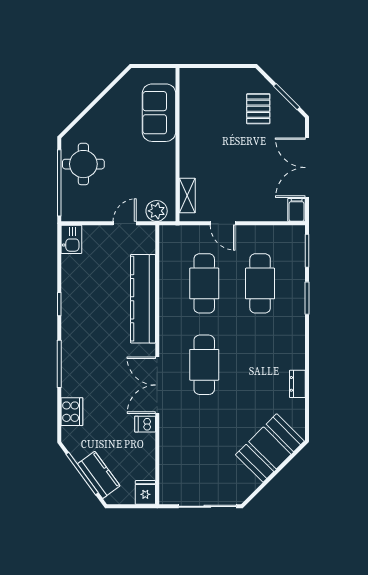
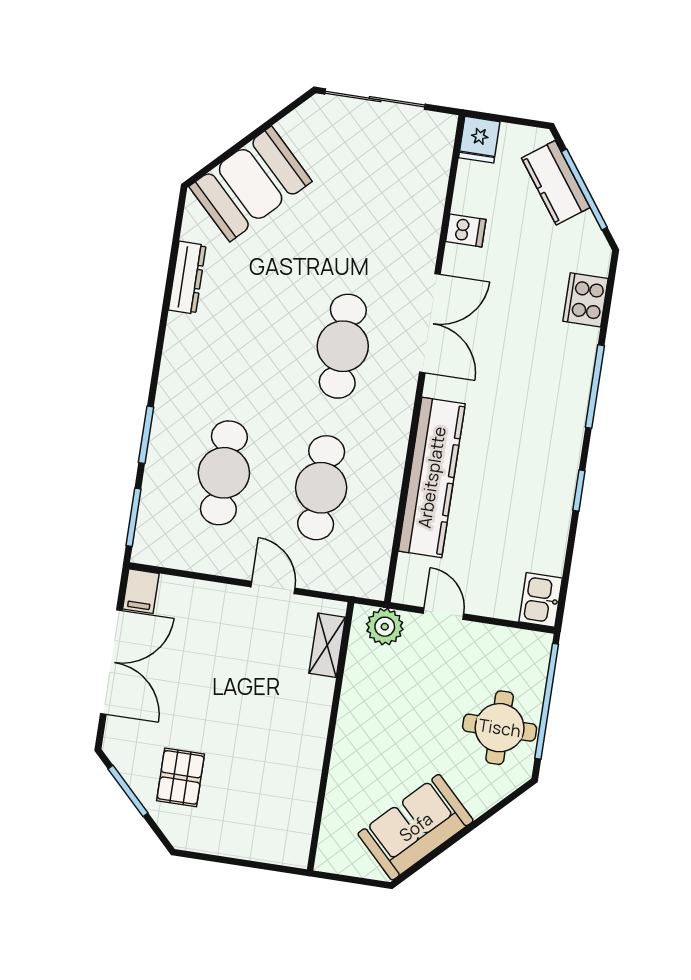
sofa: (159, 113) -> (416, 827), moved, turned -135
door: (125, 223) -> (444, 614), swing flipped
dresser: (297, 384) -> (187, 278), width x1.44
dishwasher: (145, 424) -> (466, 230), moved

